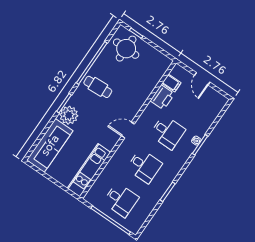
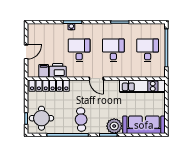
locker: (153, 78) -> (49, 86), added

